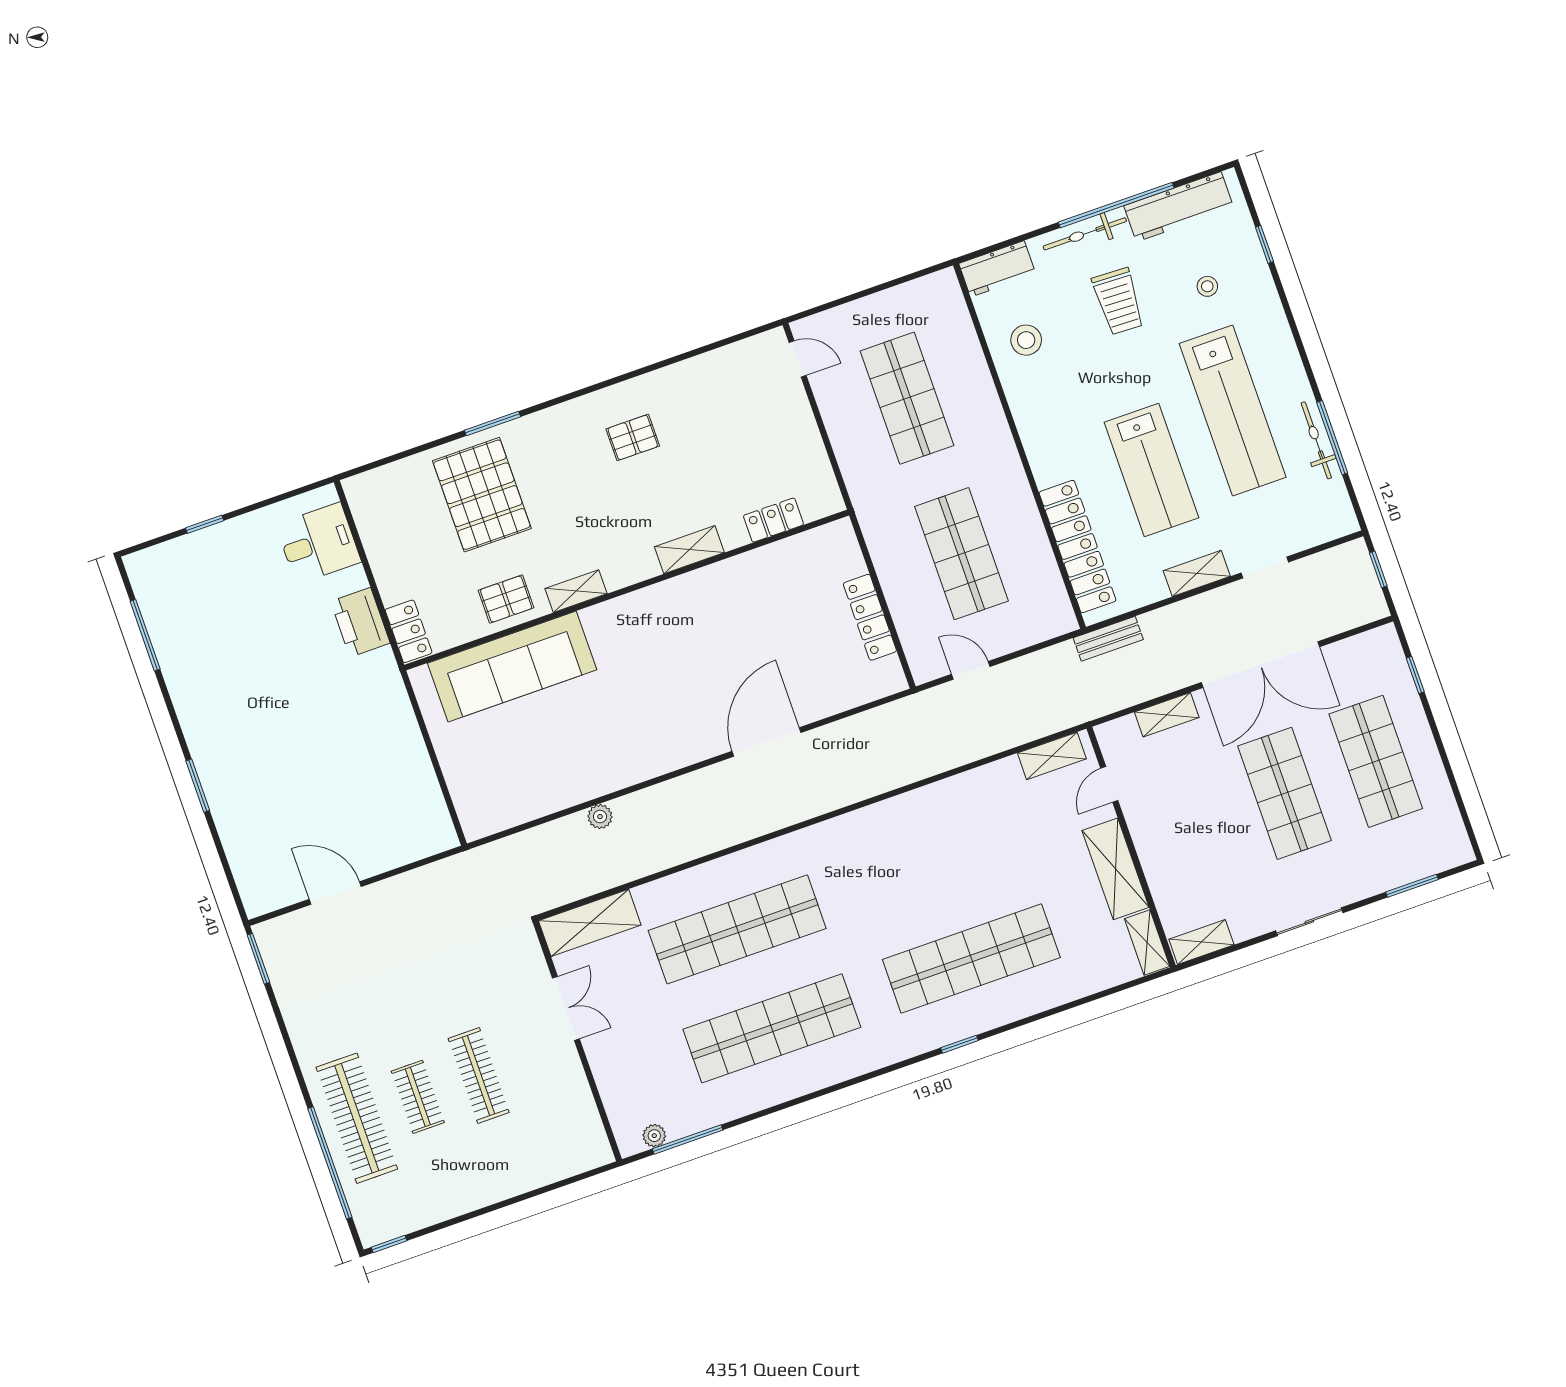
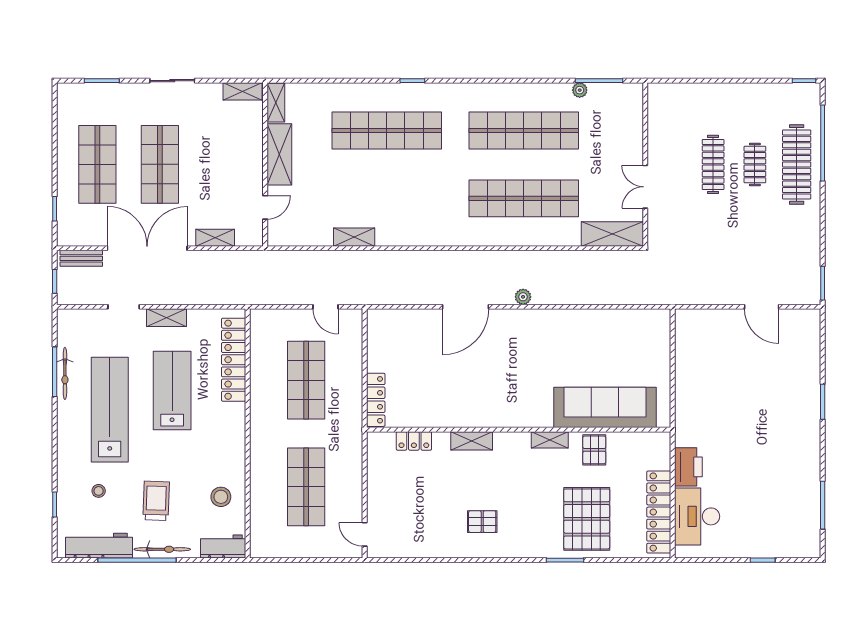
desk: (318, 543) -> (697, 516), width x1.37
pallet: (506, 599) -> (594, 450), turned 90
locker: (870, 617) -> (376, 400), moved
locker: (409, 631) -> (659, 512), moved, width x2.16, depth x1.21
bench: (1108, 639) -> (81, 258), moved
shelving: (1052, 756) -> (354, 237), moved
plant: (600, 817) -> (523, 297), moved
plant: (654, 1136) -> (580, 90), moved

